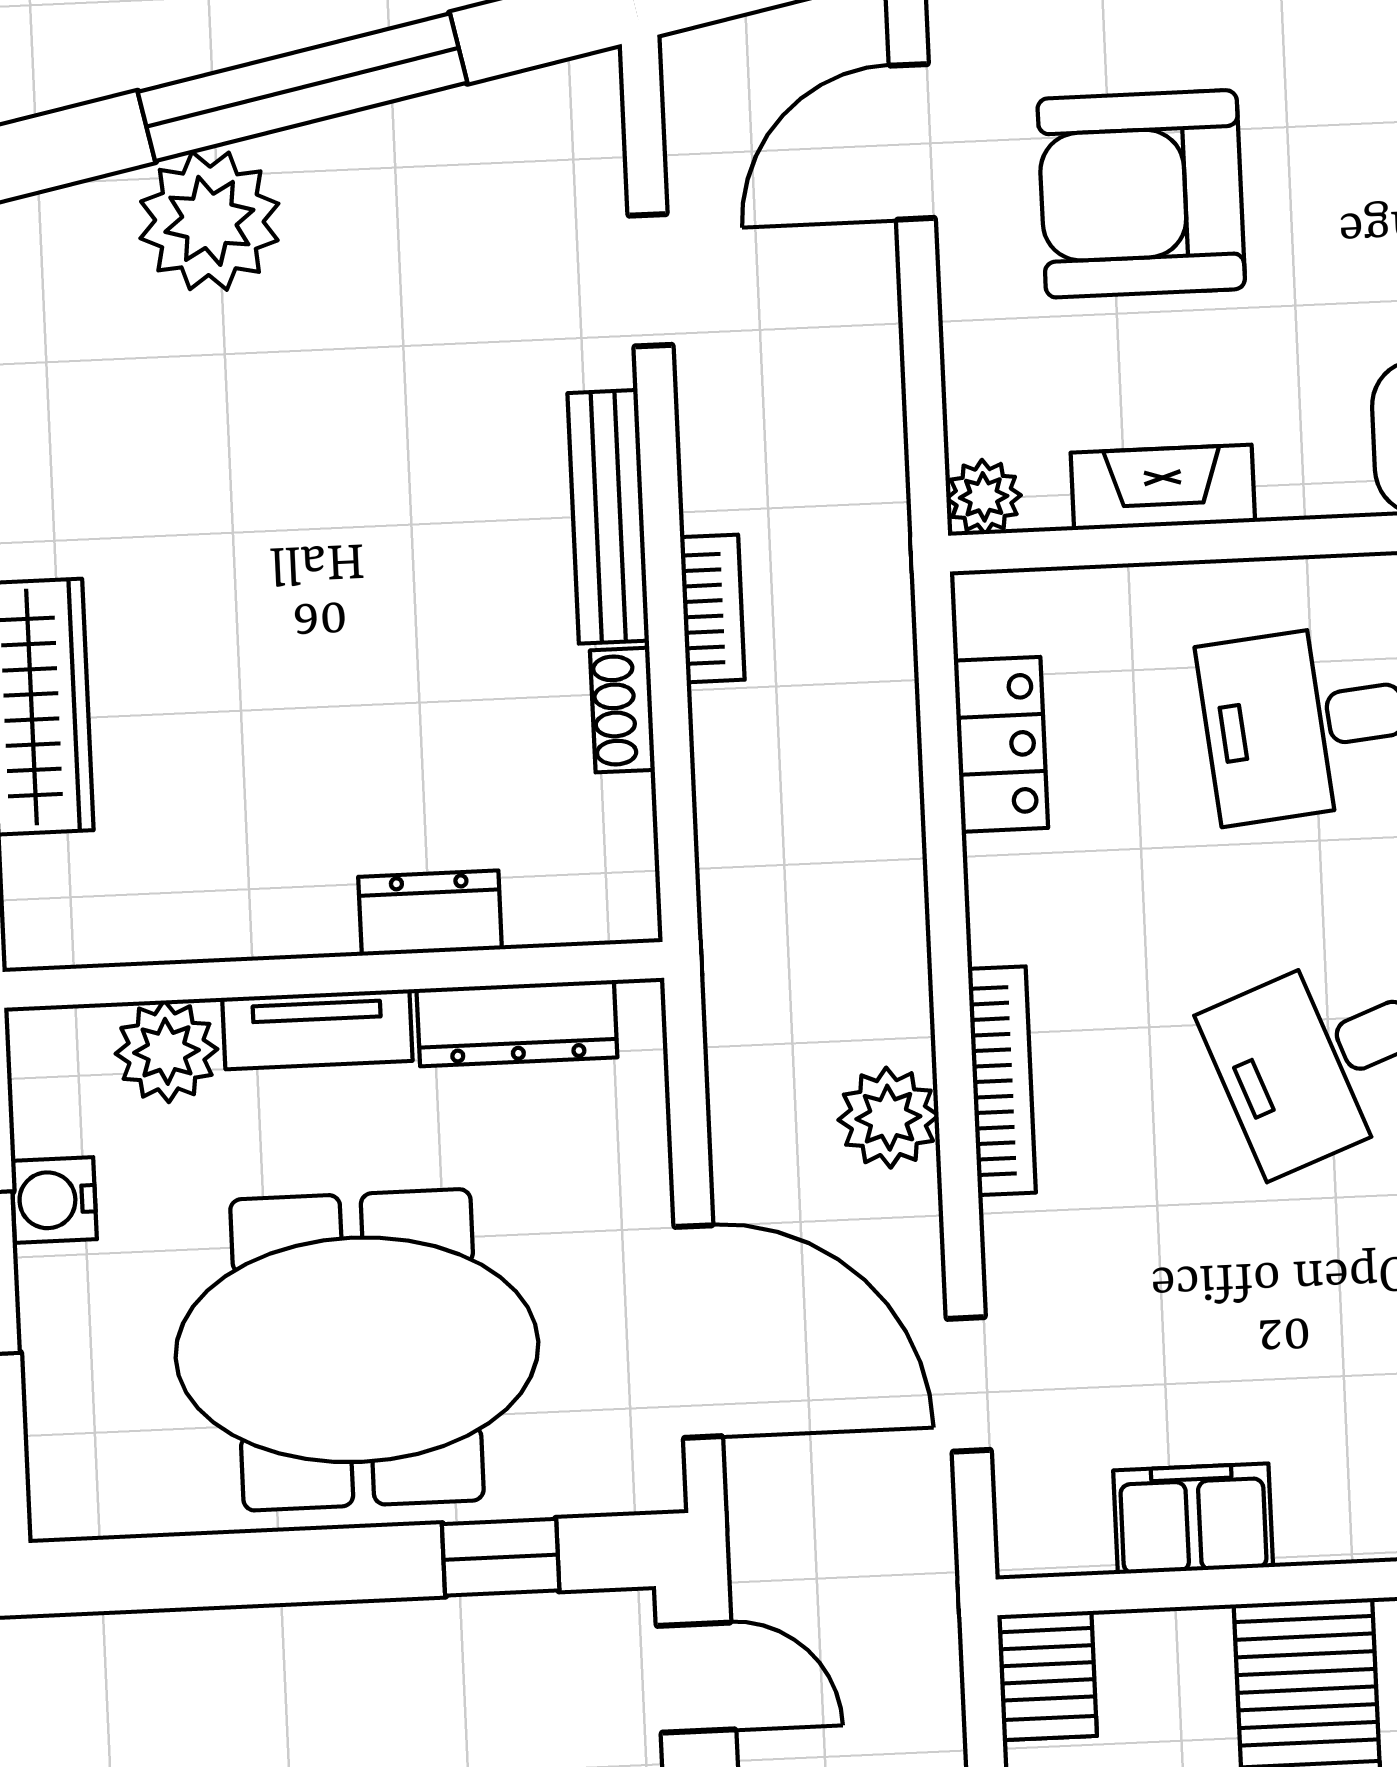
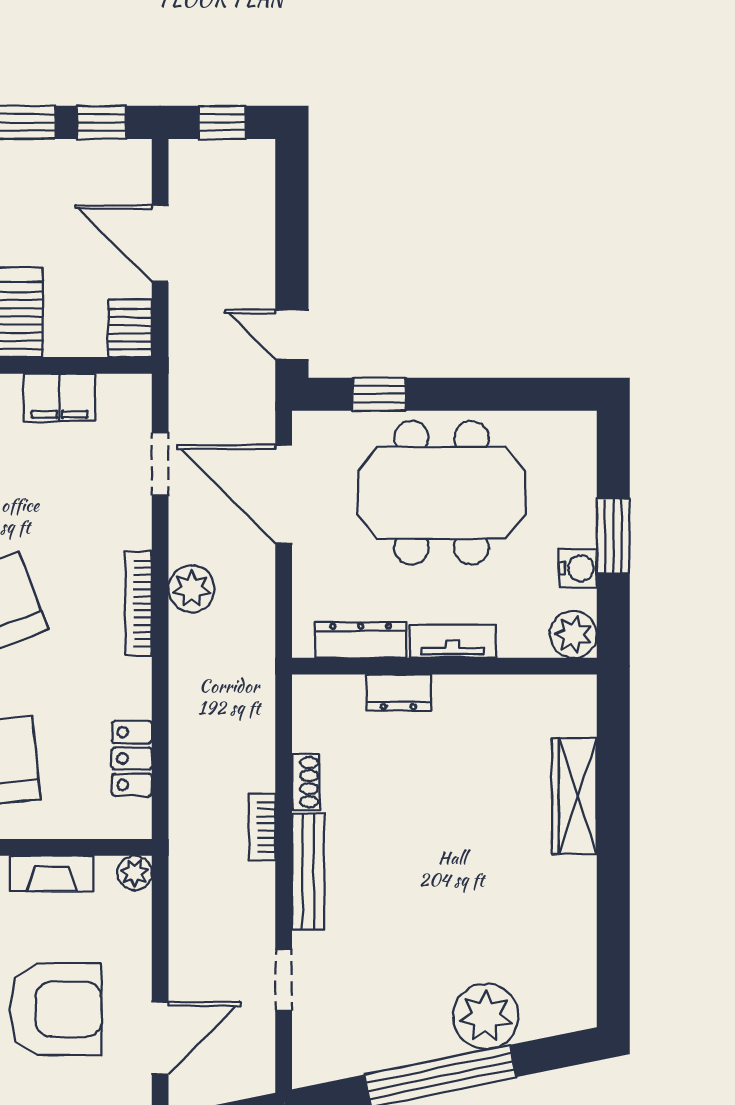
plant: (166, 1051) -> (573, 634), moved

